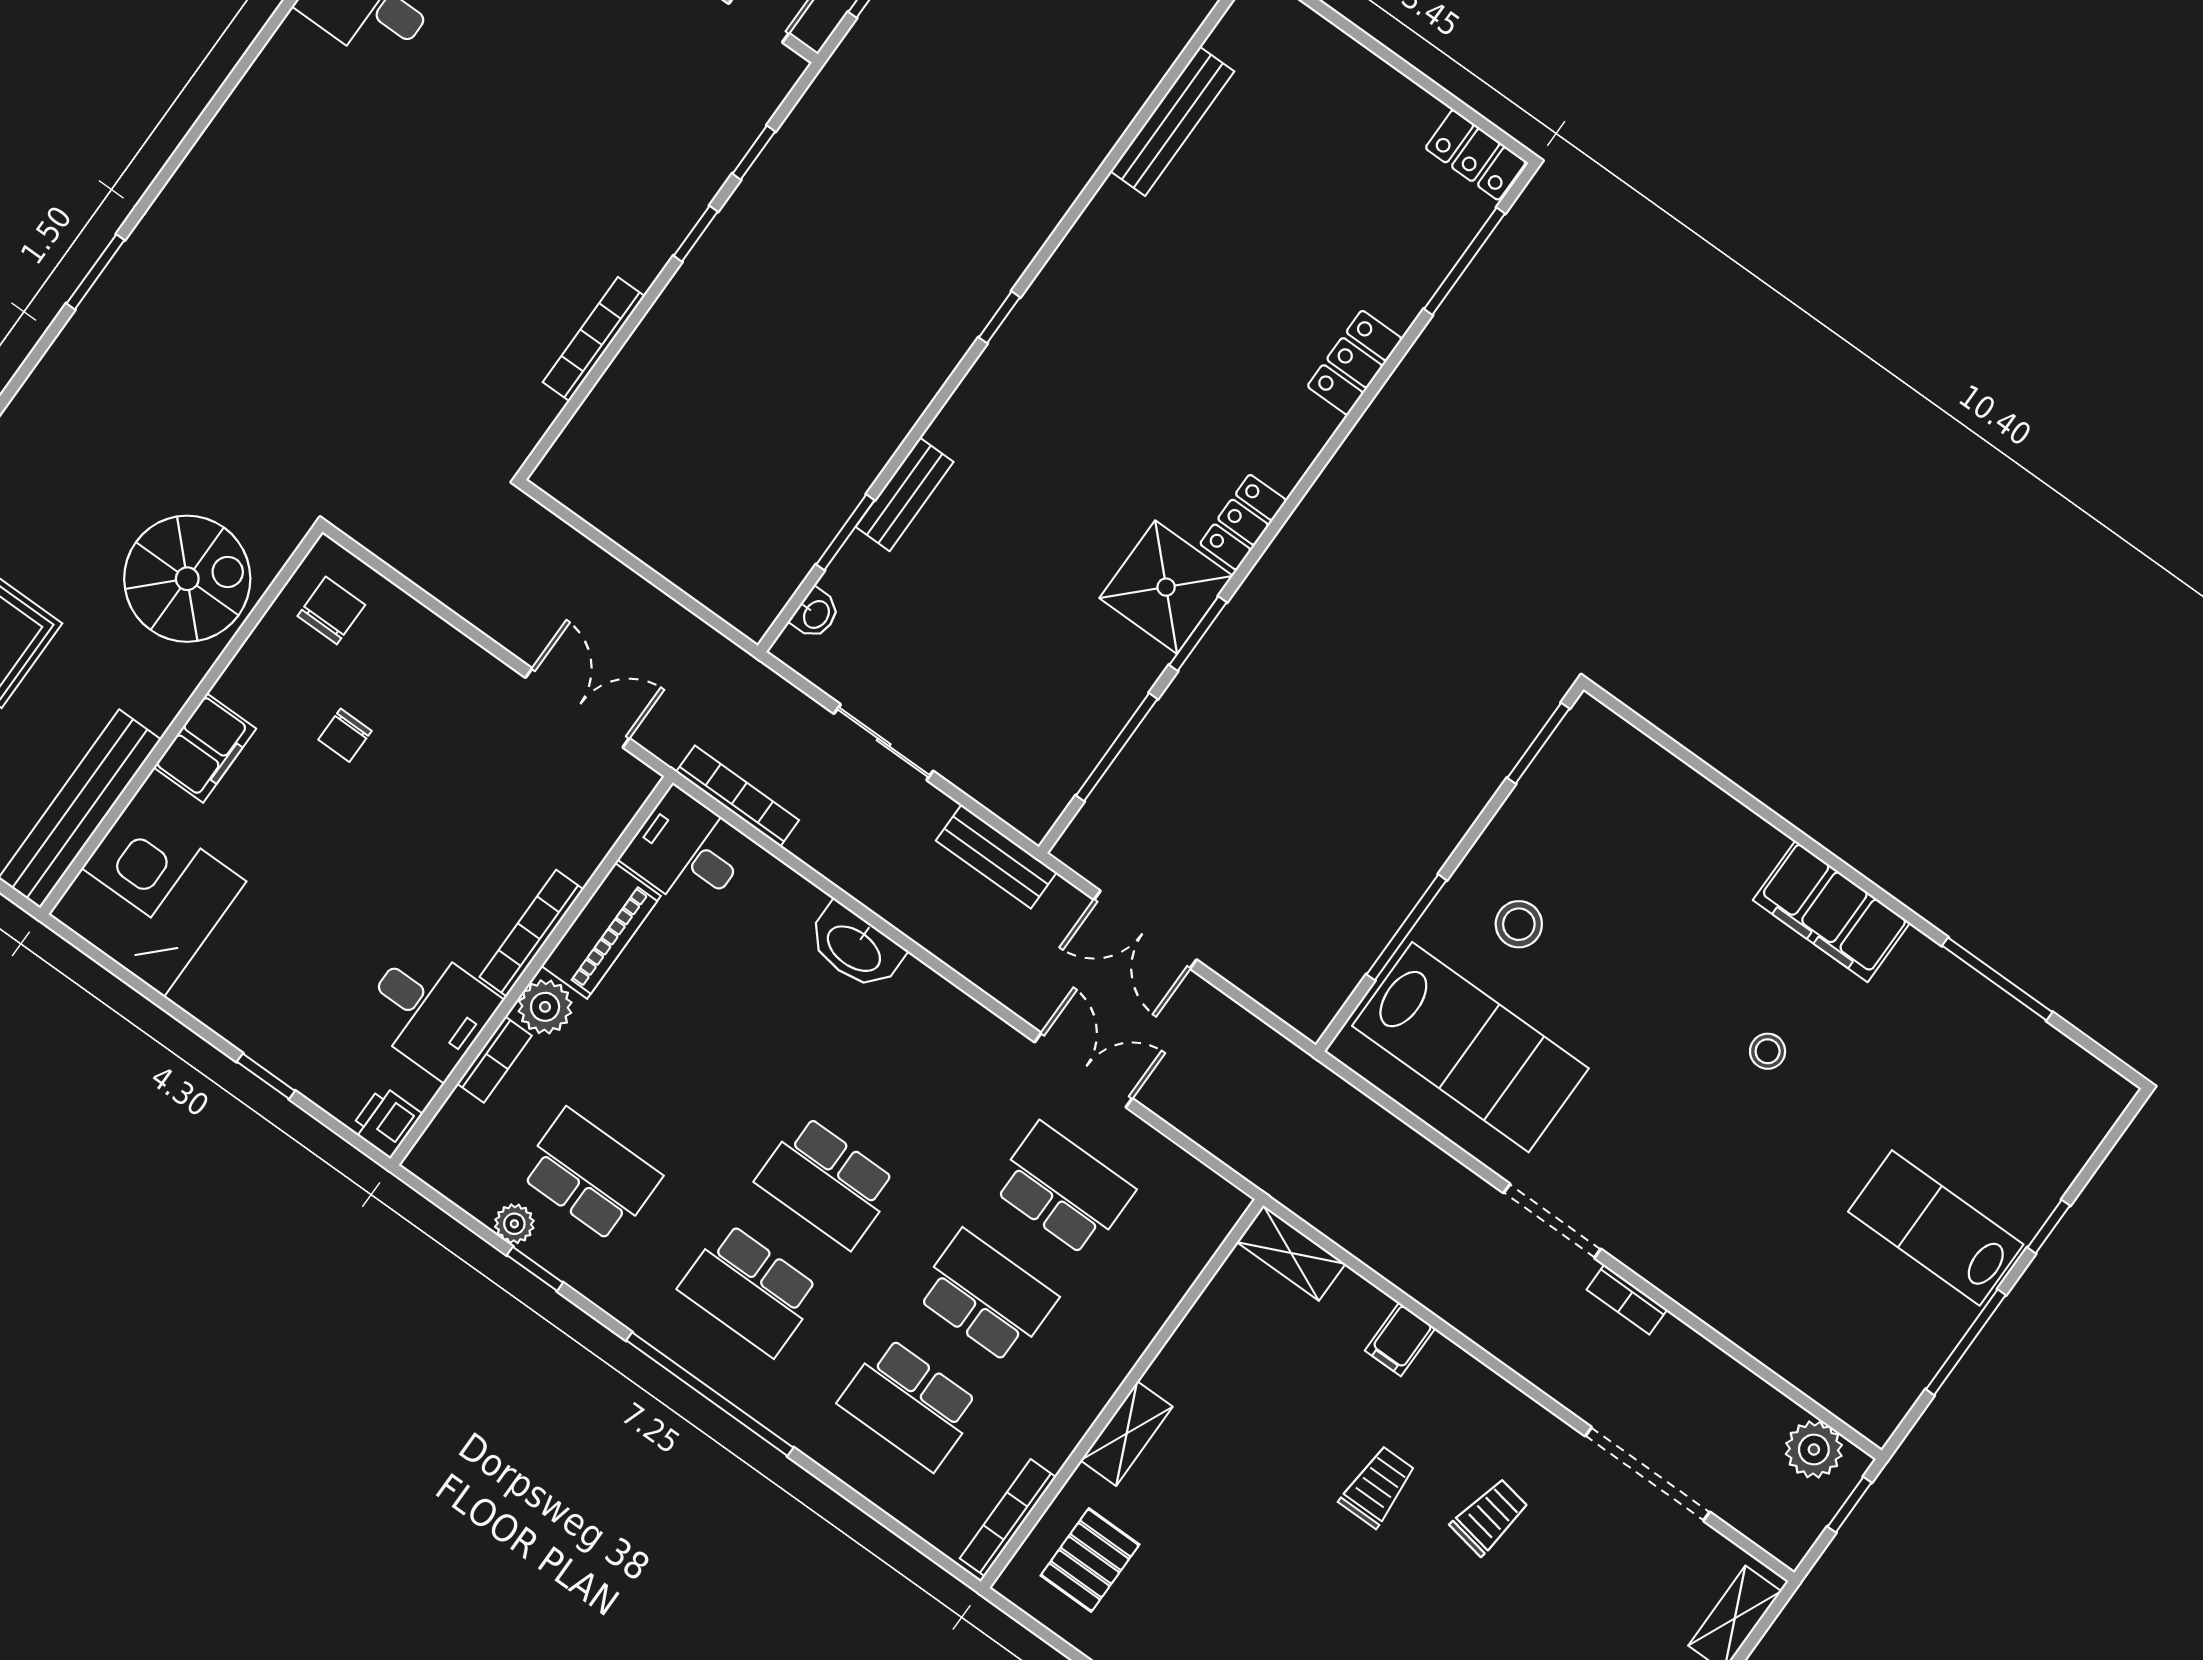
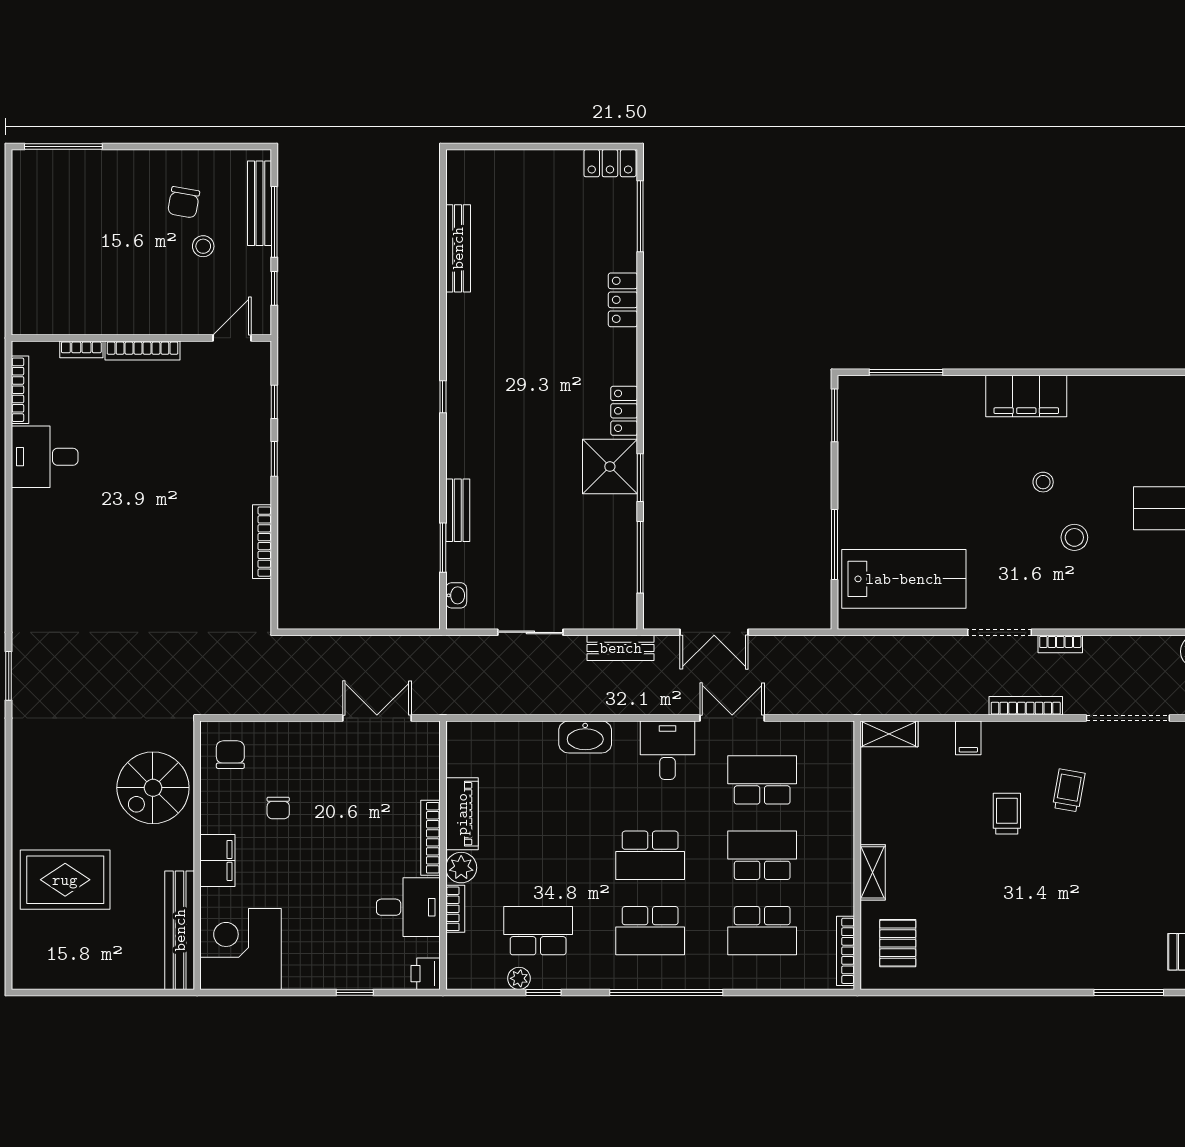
spiral stairs: (187, 579) -> (153, 788), turned 180
bookcase: (737, 796) -> (1026, 706), moved
desk: (687, 851) -> (667, 750), moved, turned 90
stool: (1519, 924) -> (1074, 537), moved
window: (1997, 979) -> (906, 372), moved

